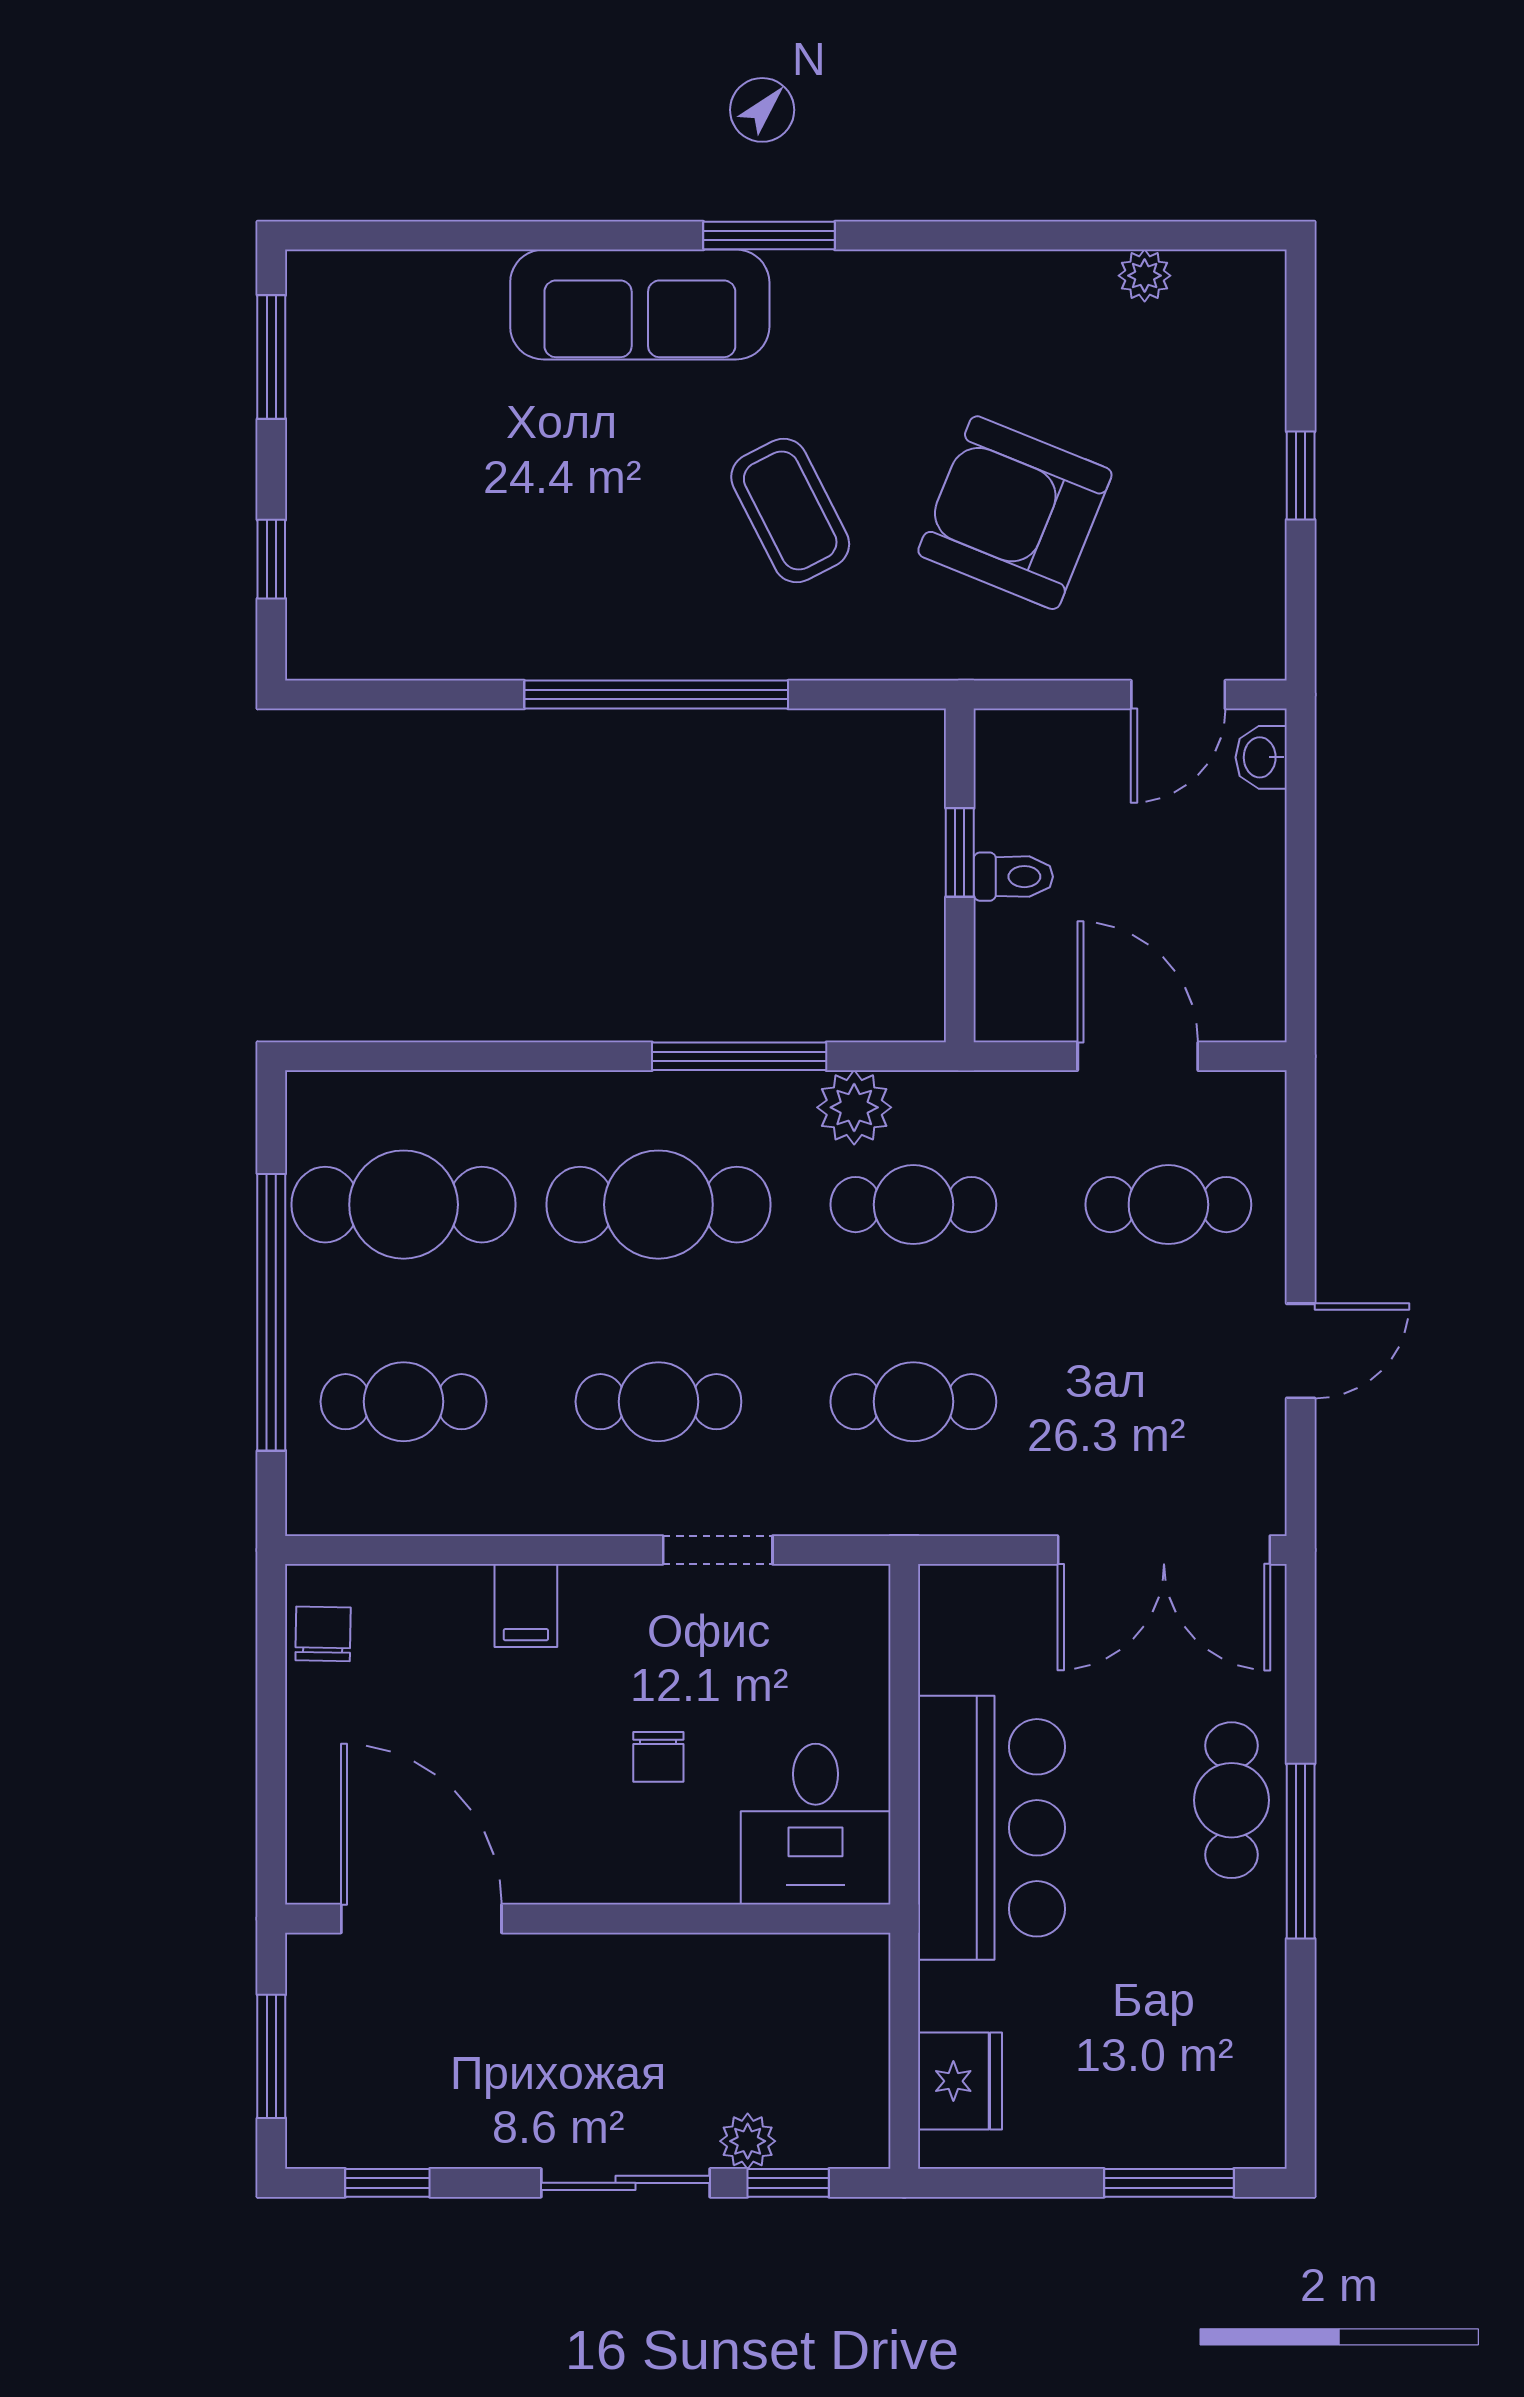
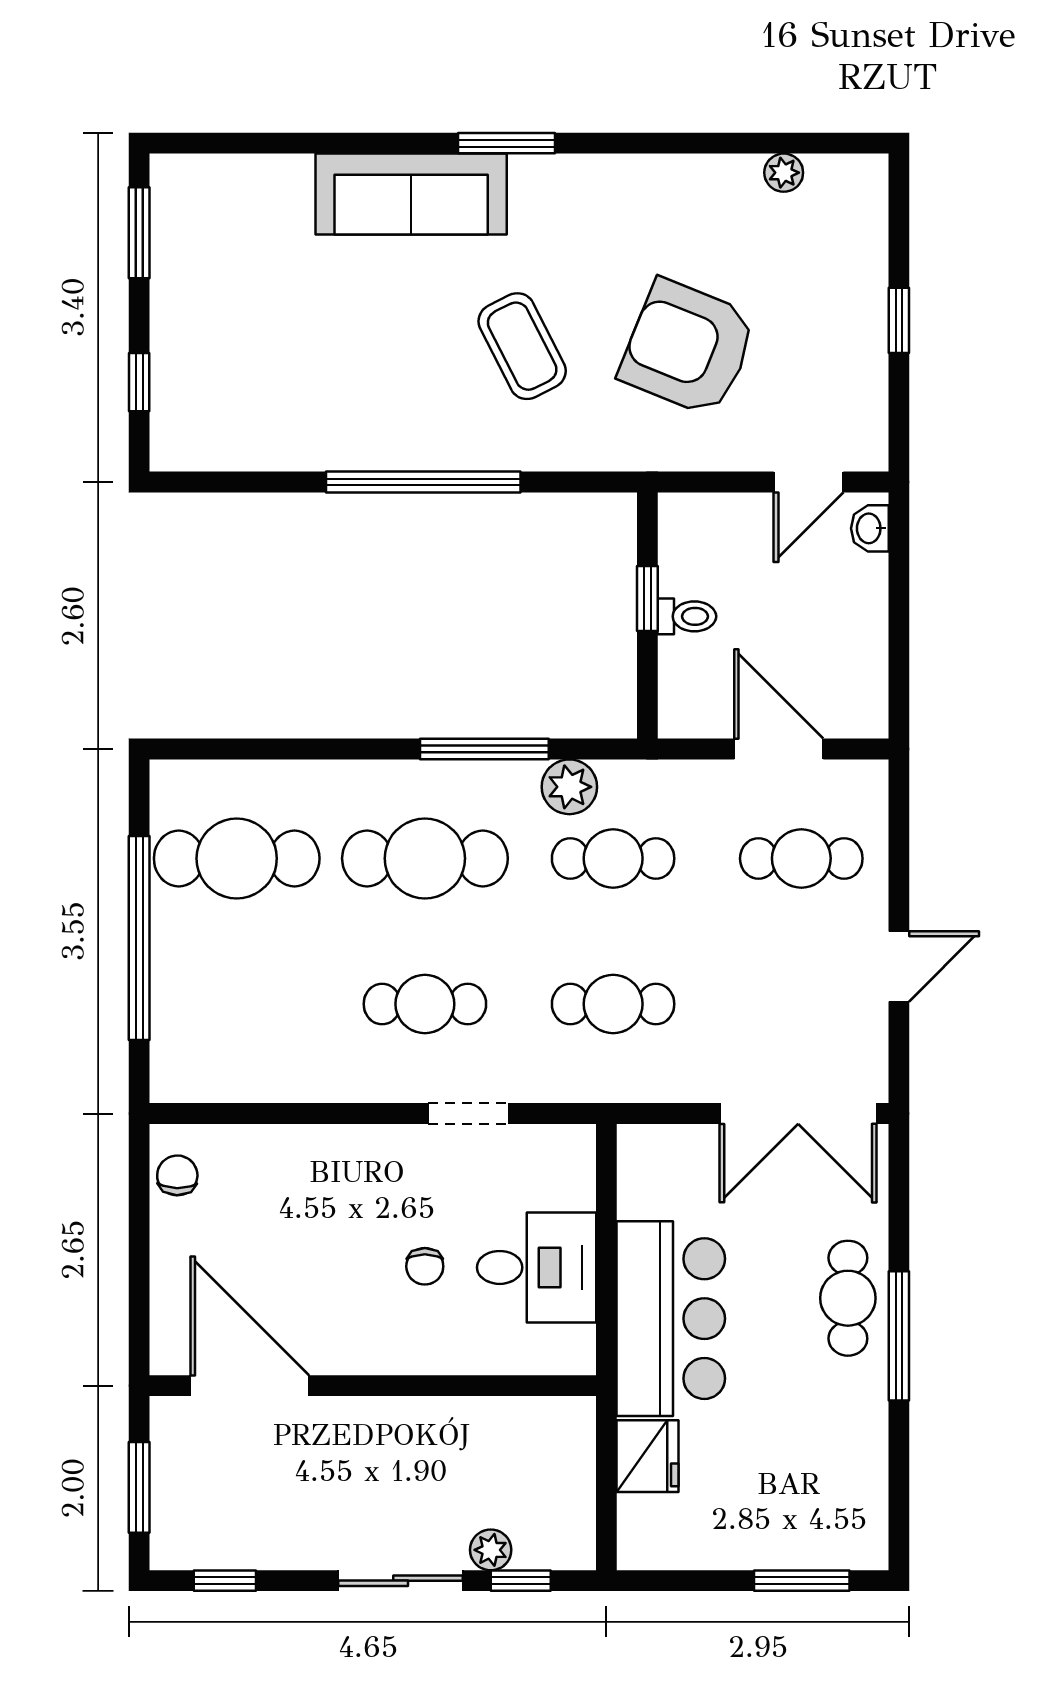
cafe table: (404, 1402) -> (237, 1004), removed
filing cabinet: (526, 1606) -> (327, 1154), removed
desk: (816, 1824) -> (537, 1267), moved, turned -90
fridge: (960, 2081) -> (647, 1456), moved

